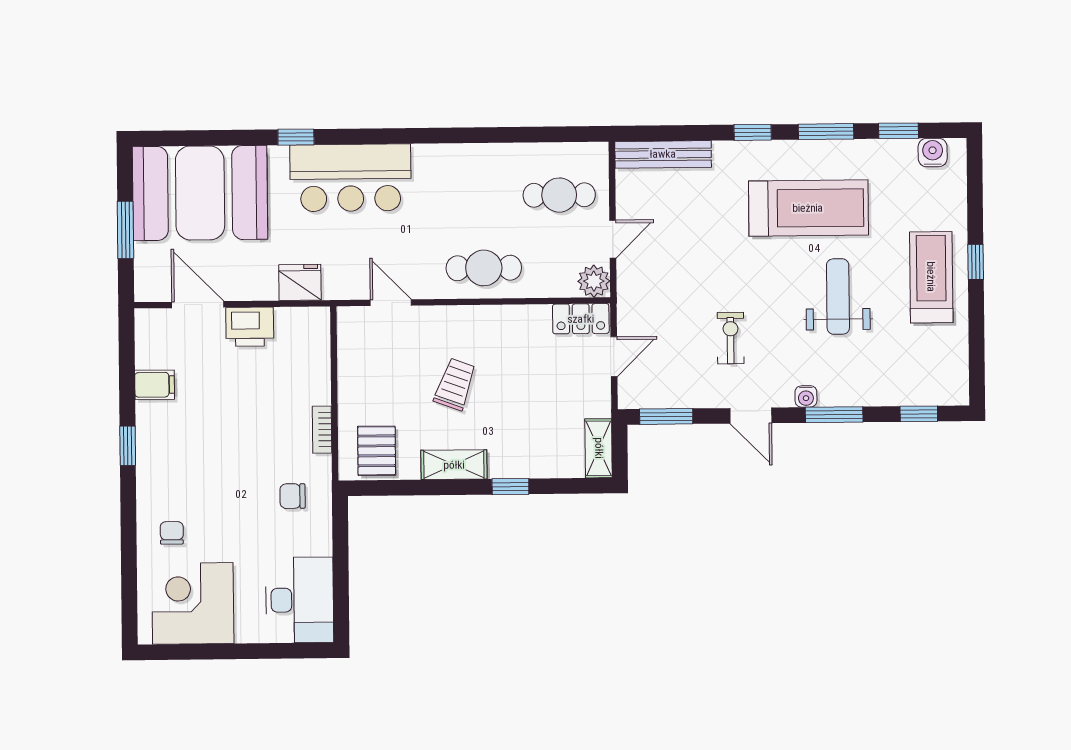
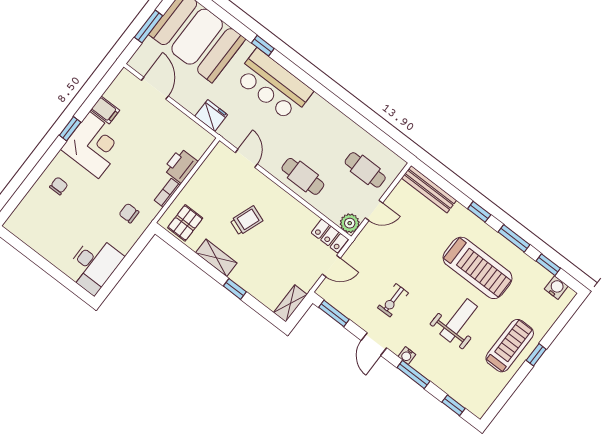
printer: (250, 327) -> (181, 165), moved, turned 90
exercise bike: (731, 338) -> (393, 300), turned 180
corner desk: (193, 603) -> (94, 145), moved, turned 90

